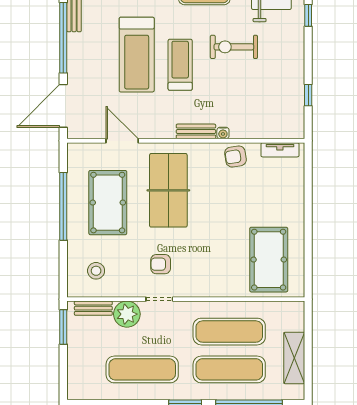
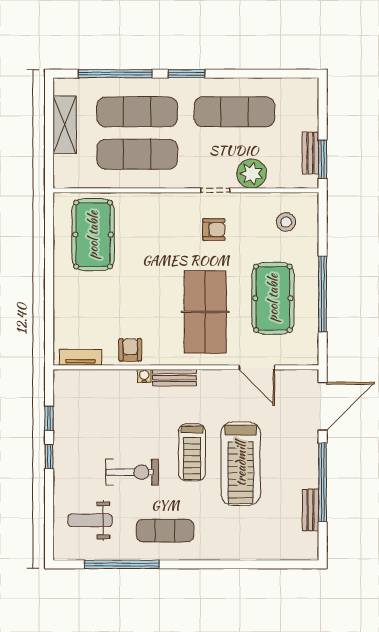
window: (308, 15) -> (49, 457), moved
treadmill: (137, 55) -> (241, 464), turned 180
armchair: (235, 156) -> (130, 350), turned -81
bench: (93, 308) -> (310, 153), moved, turned 90

